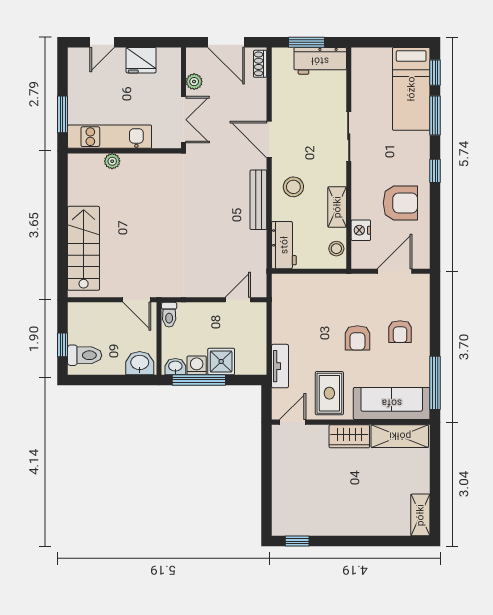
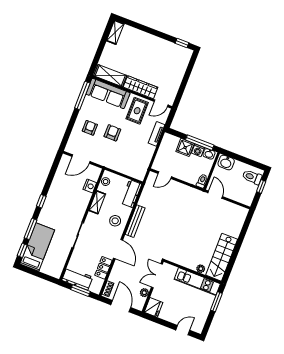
fridge: (141, 60) -> (154, 307), moved, turned 90
locker: (282, 97) -> (103, 268), added
armchair: (400, 203) -> (65, 192), removed
stairs: (84, 248) -> (222, 257), moved
wardrobe: (349, 436) -> (141, 87), width x1.50

